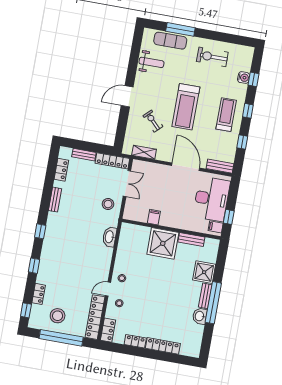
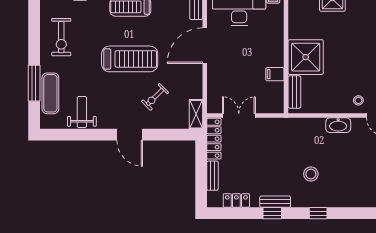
shelving: (144, 152) -> (196, 114), moved
stool: (108, 204) -> (311, 174), moved
washbasin: (110, 237) -> (338, 125), moved
bench: (191, 240) -> (294, 92), moved
window: (34, 266) -> (272, 213), moved

